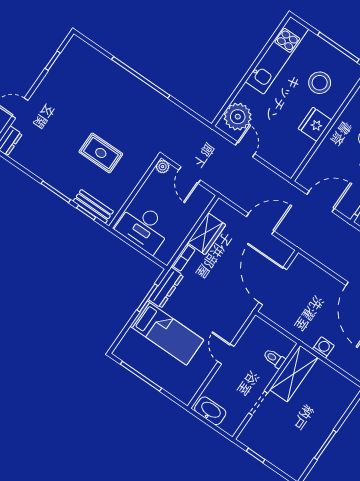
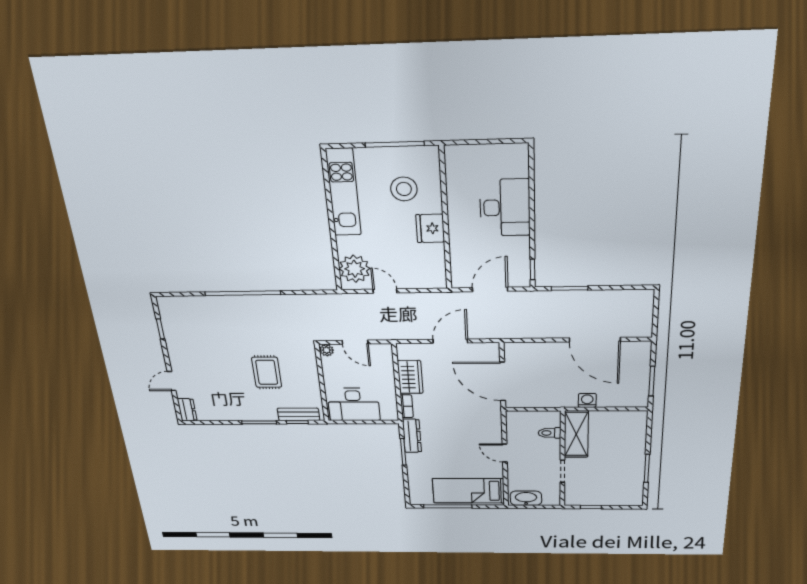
rug: (101, 153) -> (267, 372), turned 90
bed: (167, 333) -> (468, 491), moved, turned 180

